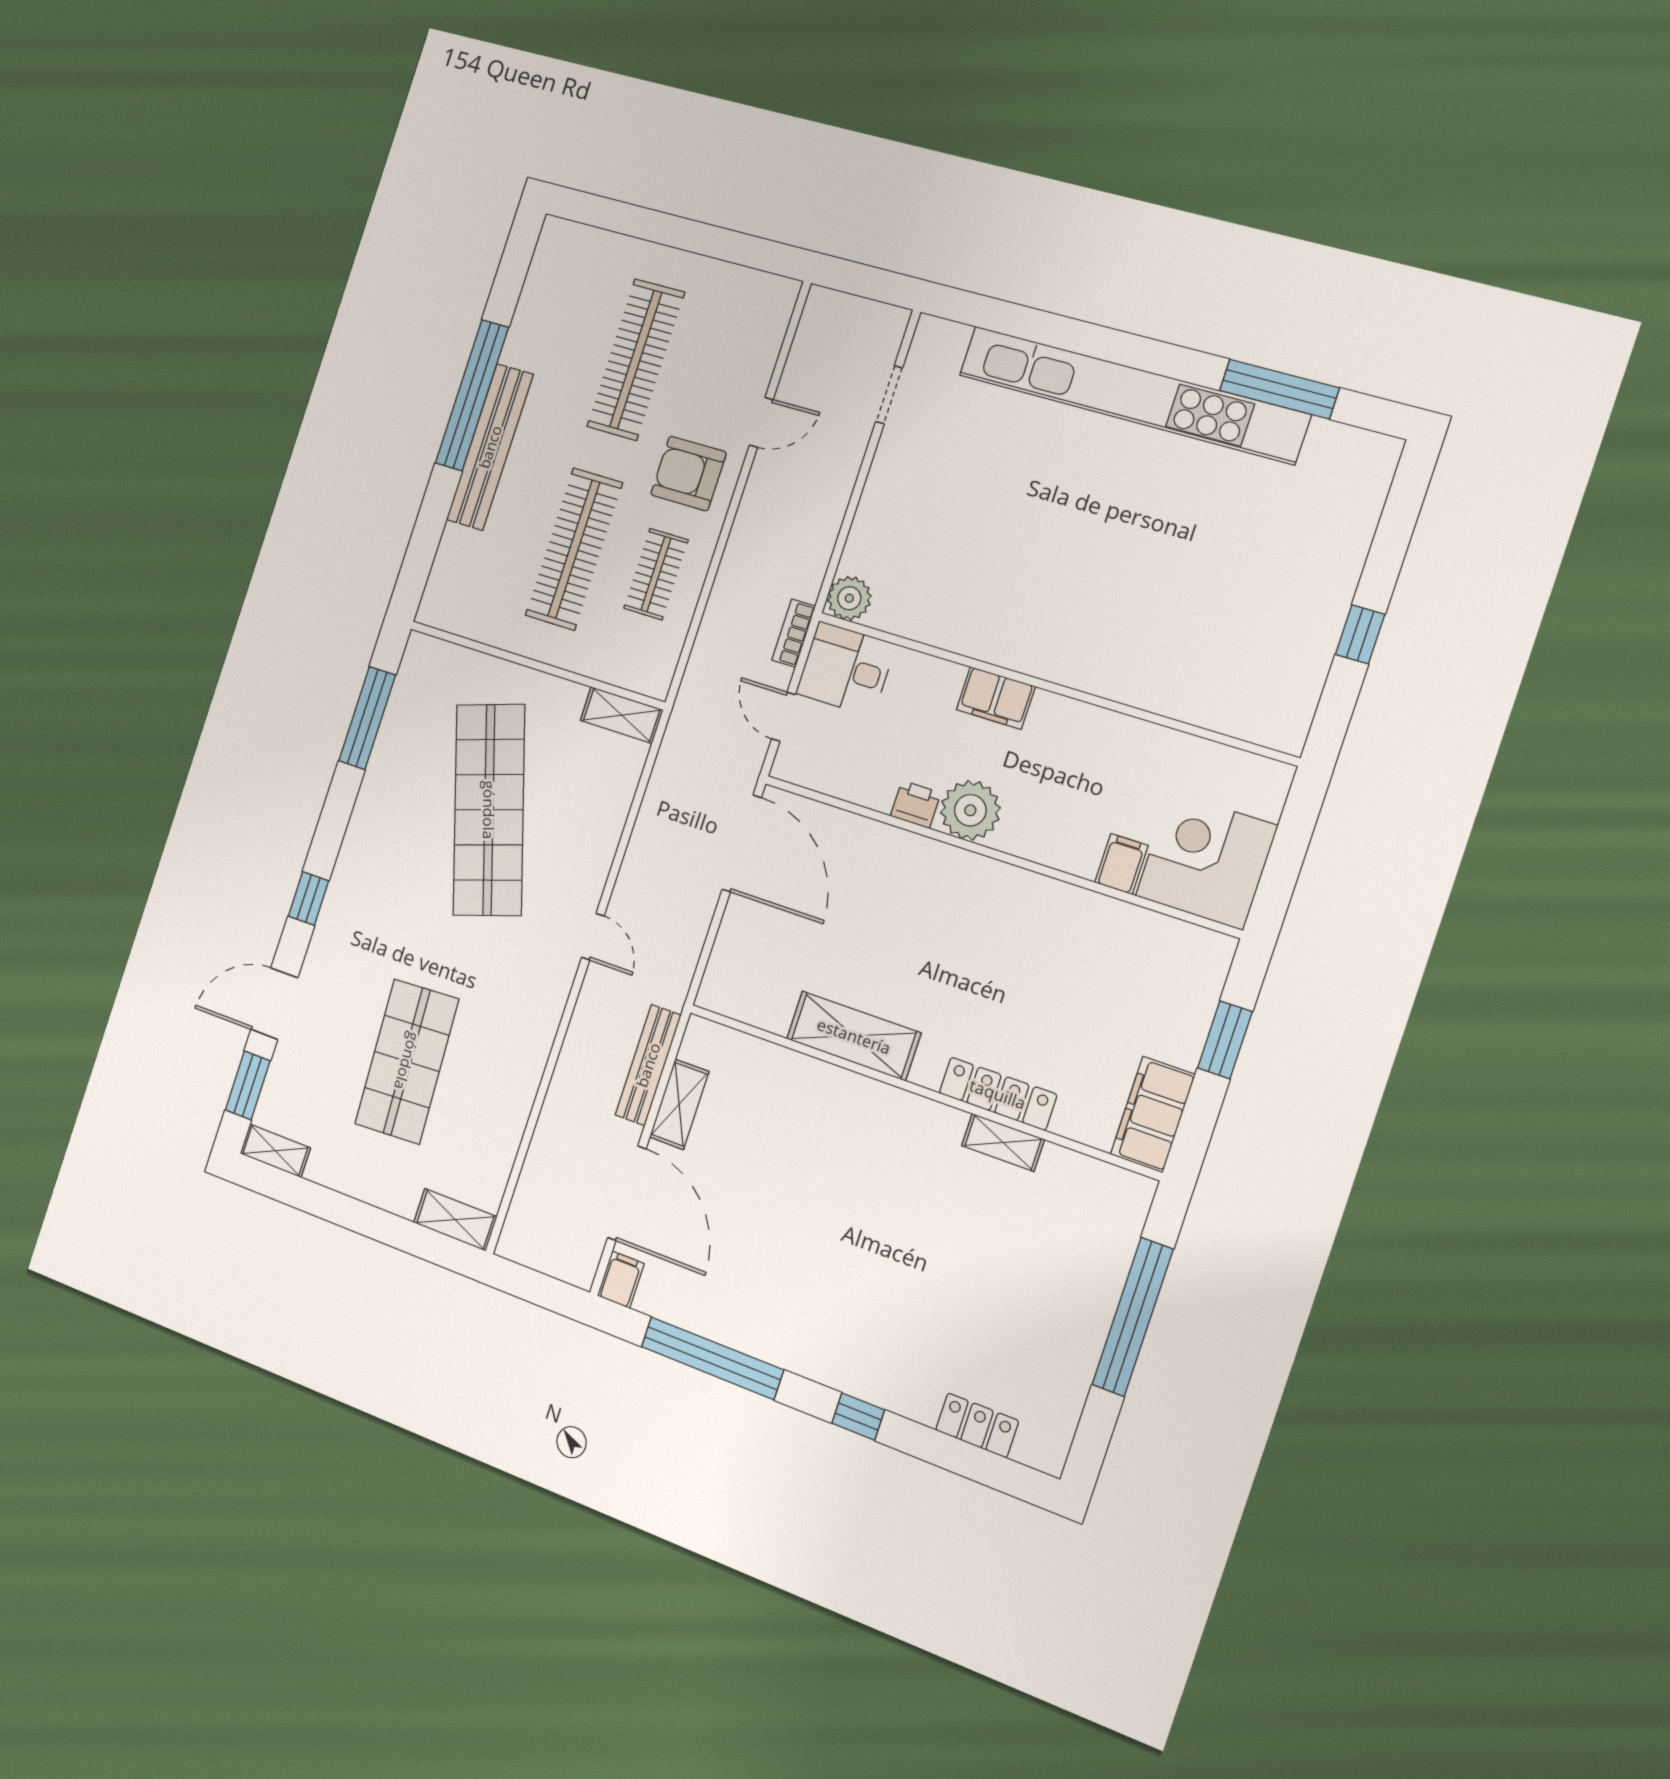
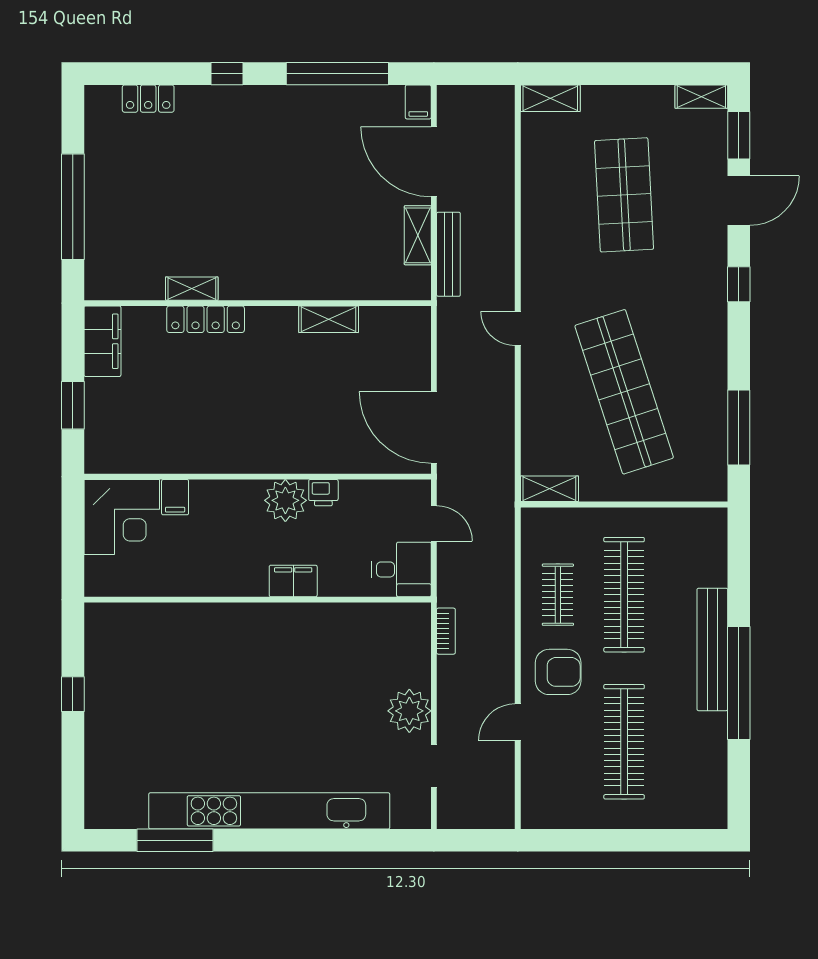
plant: (849, 598) -> (409, 711), moved, width x1.36, depth x1.36
bookcase: (794, 633) -> (446, 631), moved
shelving: (854, 1036) -> (329, 319), width x0.67, depth x0.75

